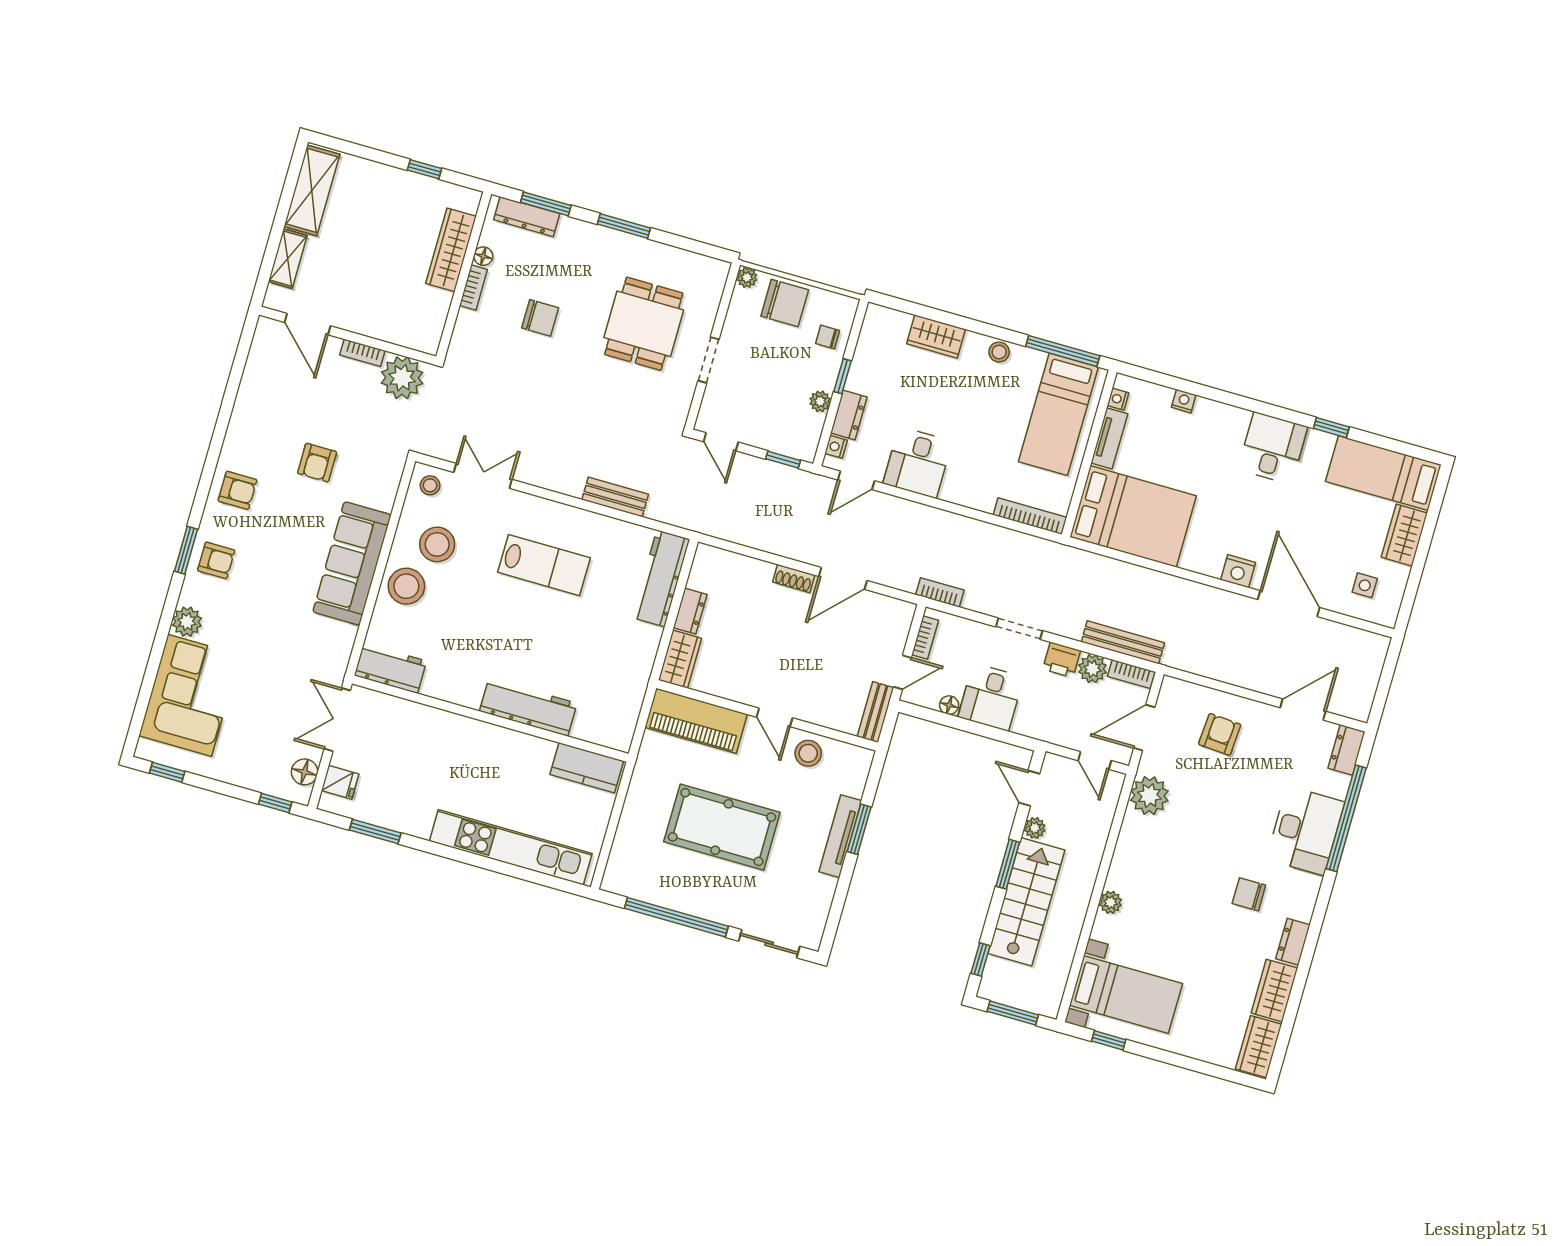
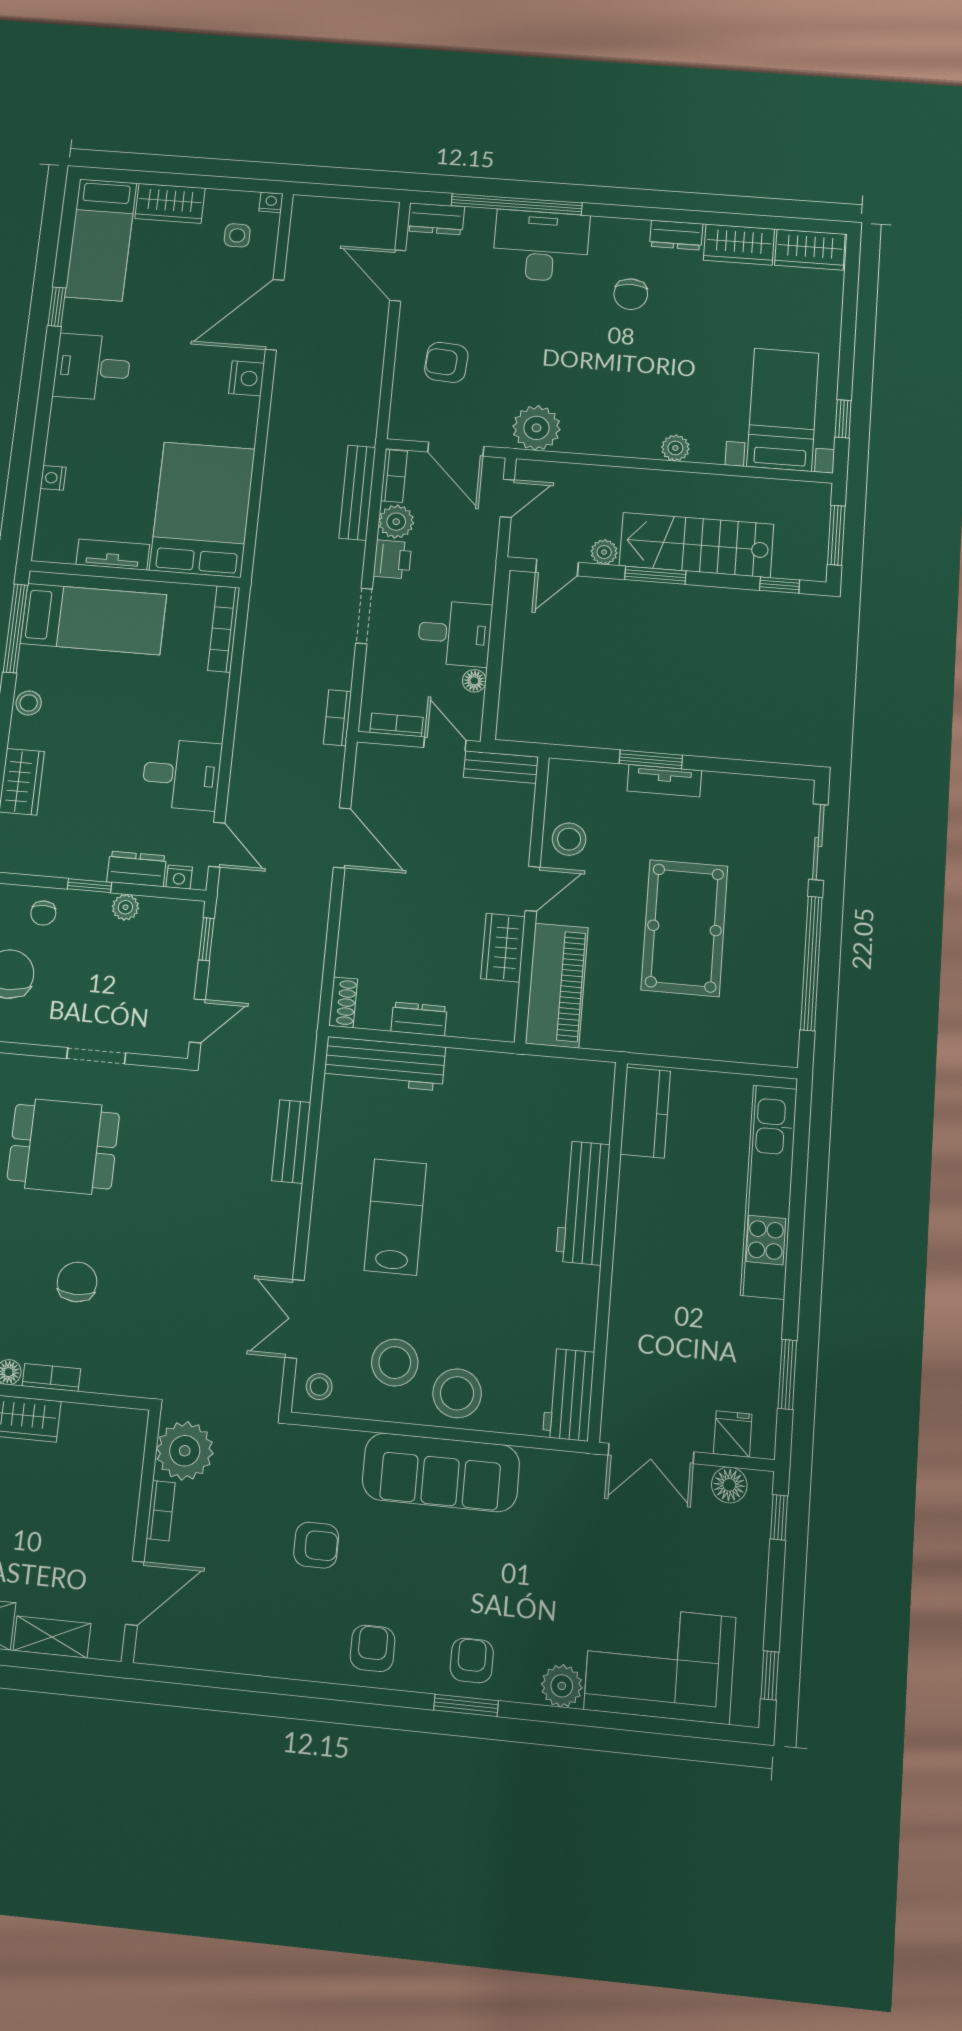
nightstand: (1118, 399) -> (271, 202), moved, turned 180
shoe rack: (794, 578) -> (343, 1002), moved
wardrobe: (680, 659) -> (503, 948), moved, turned -90
tv unit: (840, 836) -> (664, 781), width x0.71

